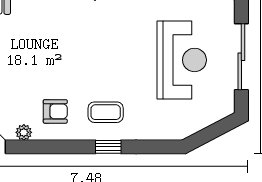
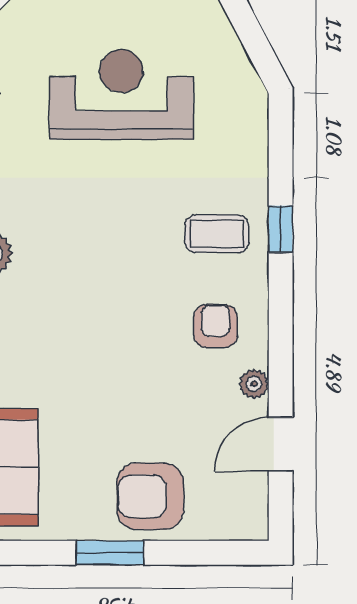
coffee table: (106, 112) -> (217, 234), turned 90

